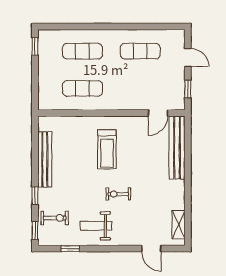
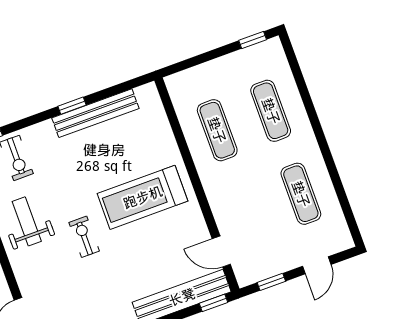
window: (188, 129) -> (213, 303), added
treadmill: (107, 149) -> (143, 197), width x1.37, depth x1.38
window: (35, 196) -> (72, 106), moved

